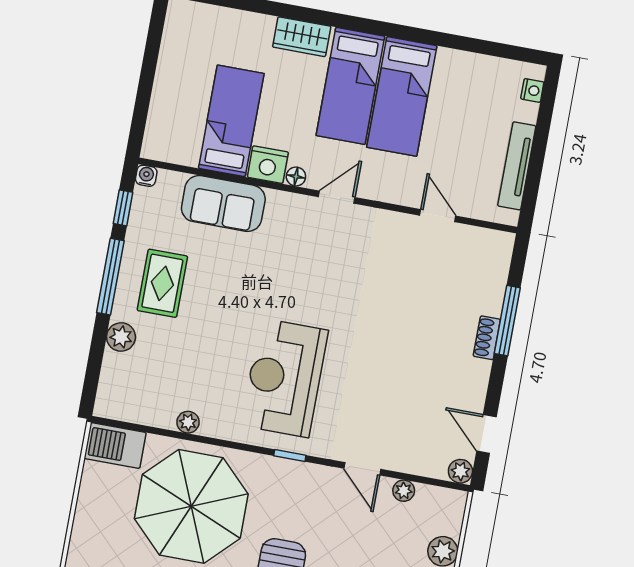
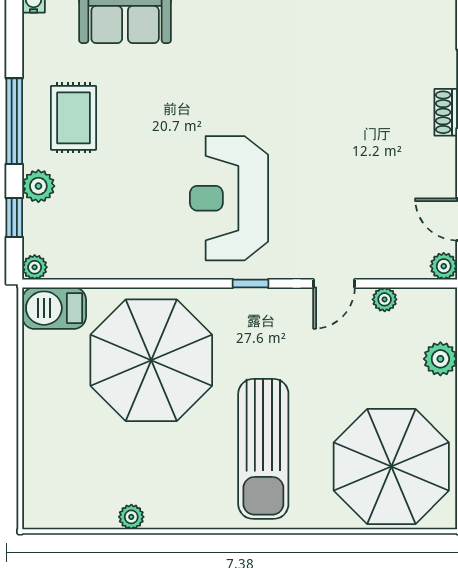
window: (123, 208) -> (14, 218), moved
plant: (188, 422) -> (35, 267), moved
door: (362, 469) -> (334, 283), hinge flipped

